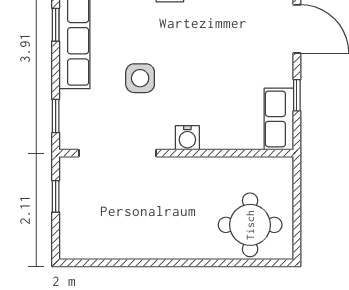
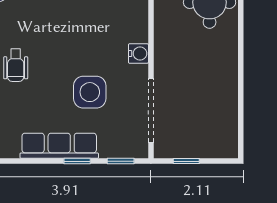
window: (56, 25) -> (77, 161), moved
side table: (140, 78) -> (90, 92), width x1.37, depth x1.37

